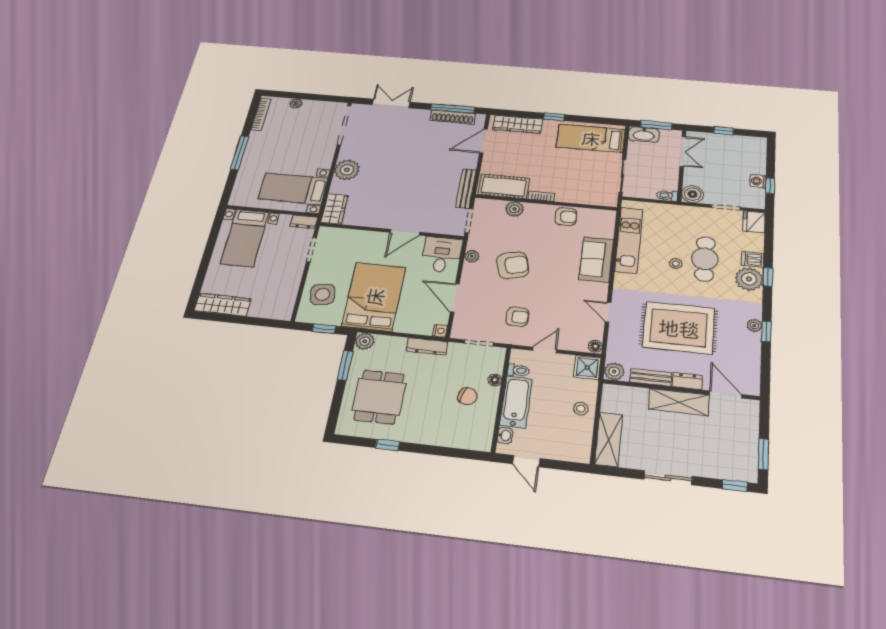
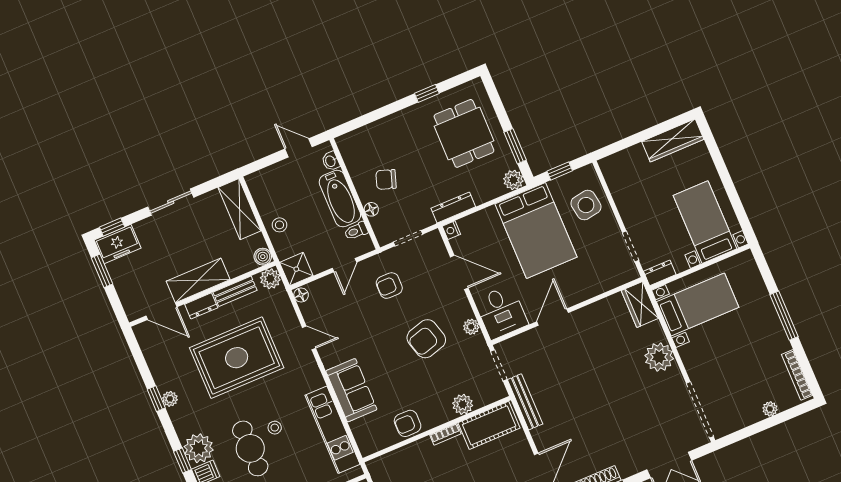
boiler: (611, 392) -> (263, 257), added
freezer: (737, 469) -> (118, 244), added

